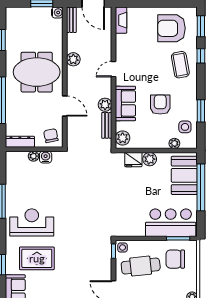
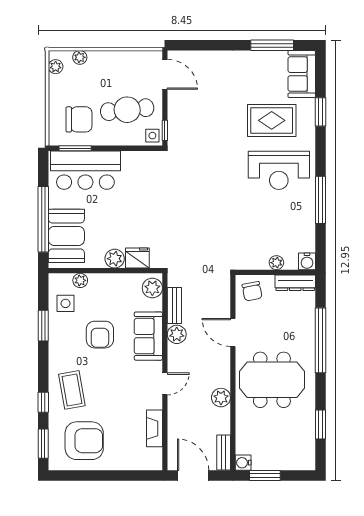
fireplace: (121, 20) -> (154, 428), moved
water cooler: (46, 157) -> (307, 261), moved

